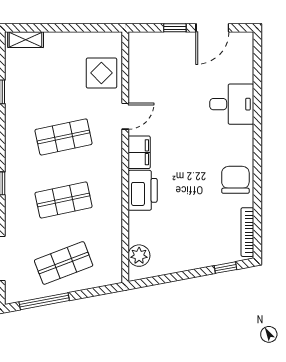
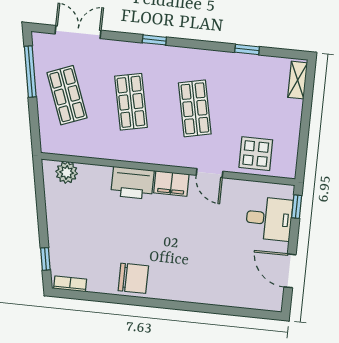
window: (175, 28) -> (297, 207), moved
desk: (232, 104) -> (269, 219), moved, turned -90
bookcase: (247, 232) -> (70, 284), width x0.64

